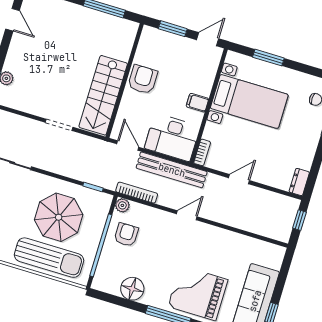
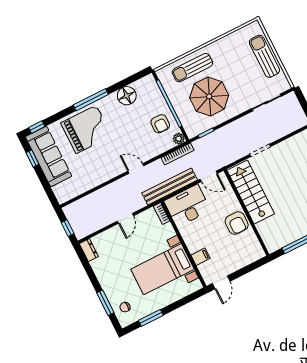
window: (173, 29) -> (247, 269), removed
window: (268, 58) -> (151, 318), moved
filing cabinet: (197, 103) -> (200, 257), moved
door: (187, 215) -> (136, 168), swing flipped
sun lounger: (49, 258) -> (192, 68), width x0.73, depth x0.75

